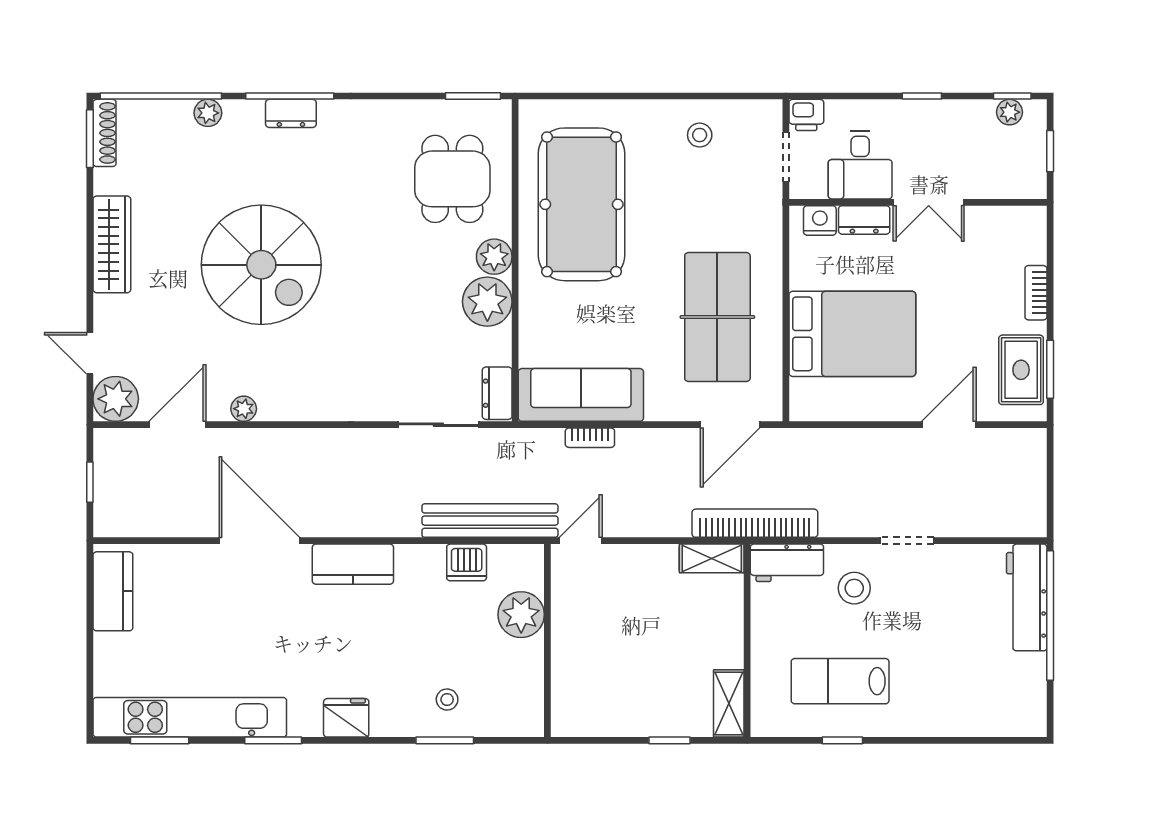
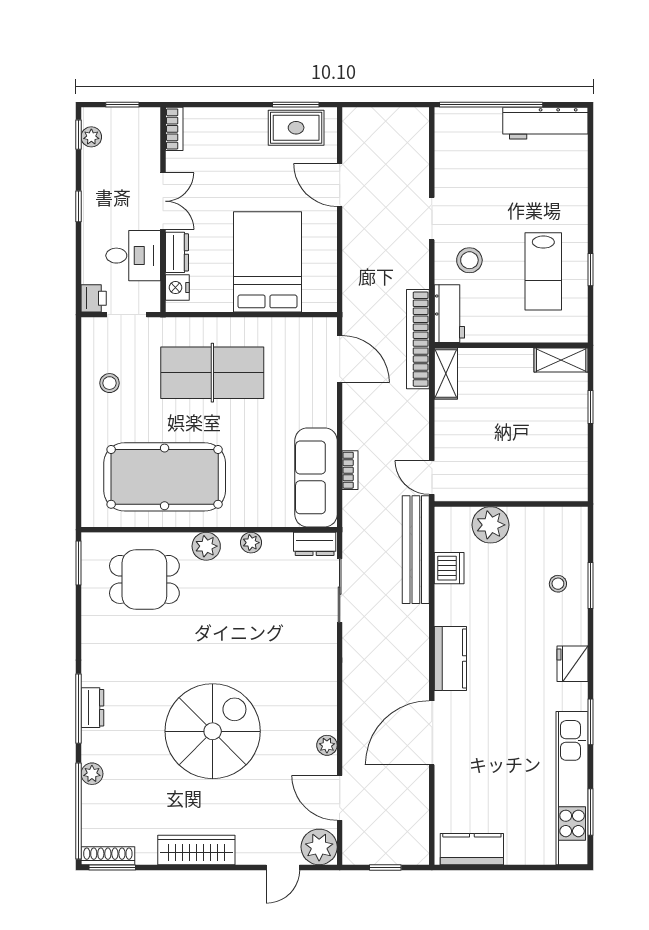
bookcase: (1036, 293) -> (174, 129), moved, turned -90
plant: (487, 302) -> (251, 543), width x0.53, depth x0.53
table tennis table: (717, 317) -> (212, 373), moved
workbench: (1027, 597) -> (545, 123), moved

